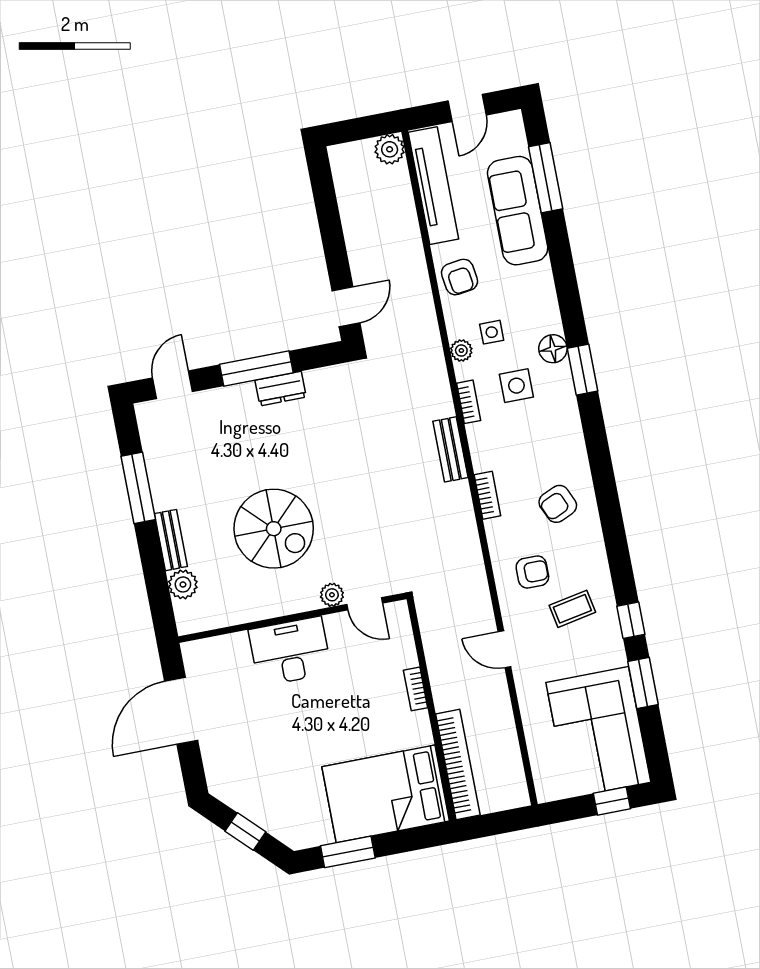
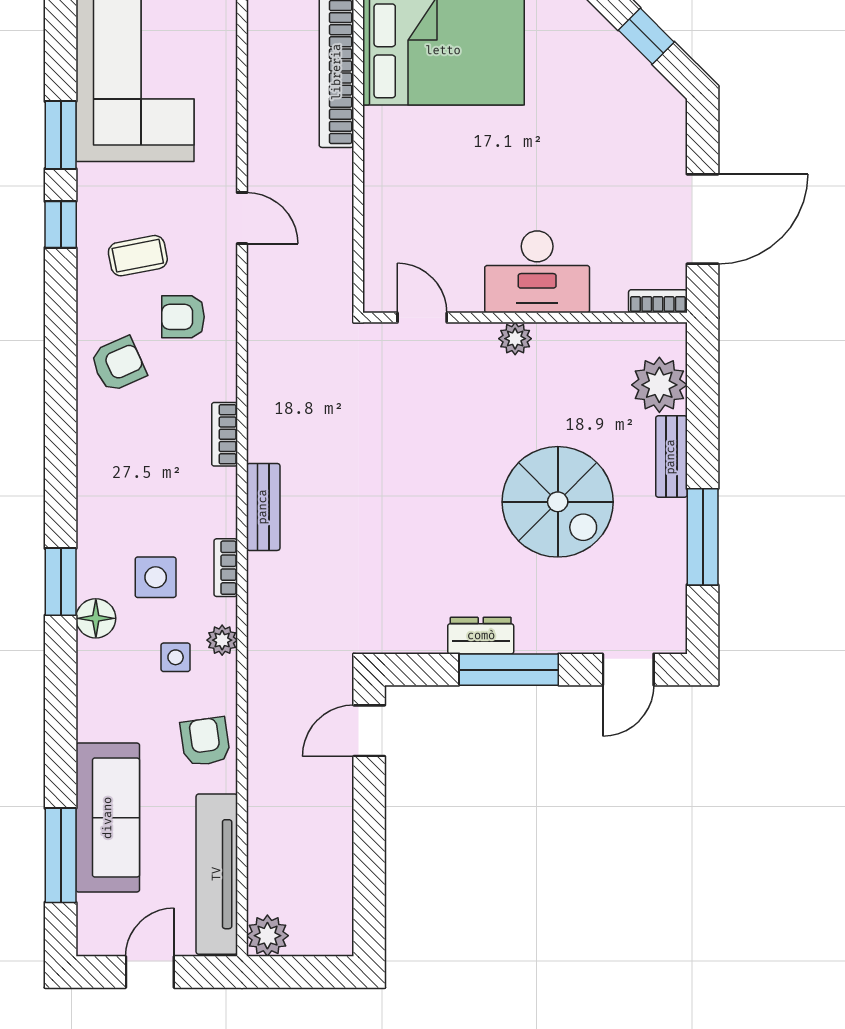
armchair: (558, 504) -> (118, 364), moved
spiral stairs: (274, 529) -> (558, 502), moved, turned 180
plant: (183, 584) -> (659, 385), width x1.36, depth x1.36
plant: (332, 595) -> (515, 339), moved
bookcase: (416, 689) -> (658, 301), moved, turned -90

